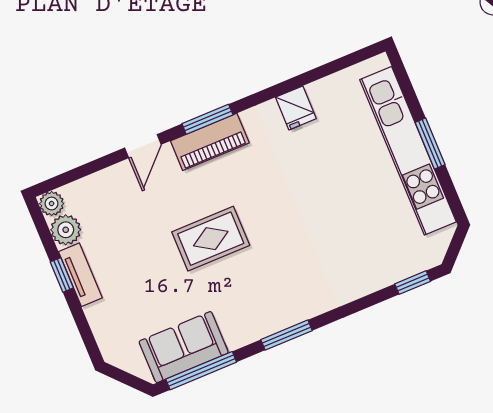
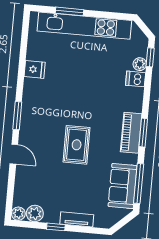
piano: (210, 142) -> (131, 133), moved, turned 180
window: (430, 144) -> (69, 11), moved
plant: (393, 272) -> (140, 64), added
tv unit: (80, 275) -> (77, 219), moved
dishwasher: (366, 277) -> (136, 79), added

